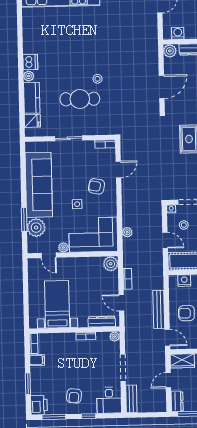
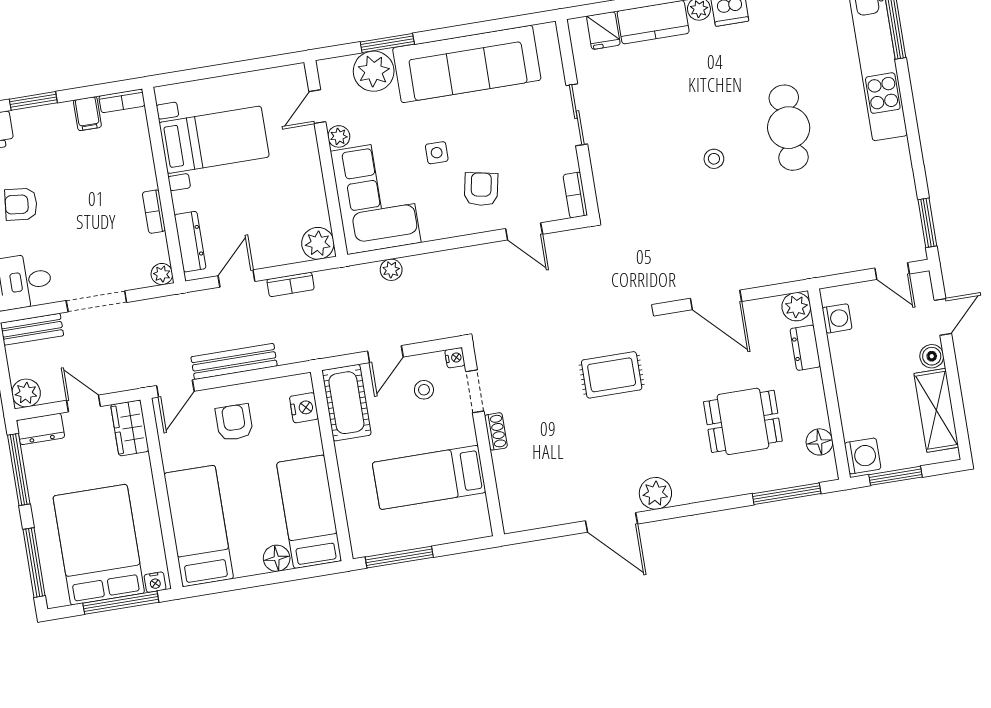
cafe table: (80, 99) -> (789, 128), moved
plant: (160, 406) -> (26, 393), added

